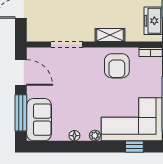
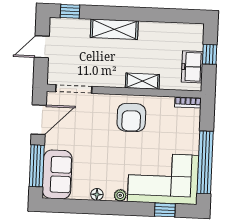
doorway: (67, 44) -> (74, 89), moved
armchair: (117, 66) -> (131, 117), moved
door: (21, 72) -> (39, 120), hinge flipped

